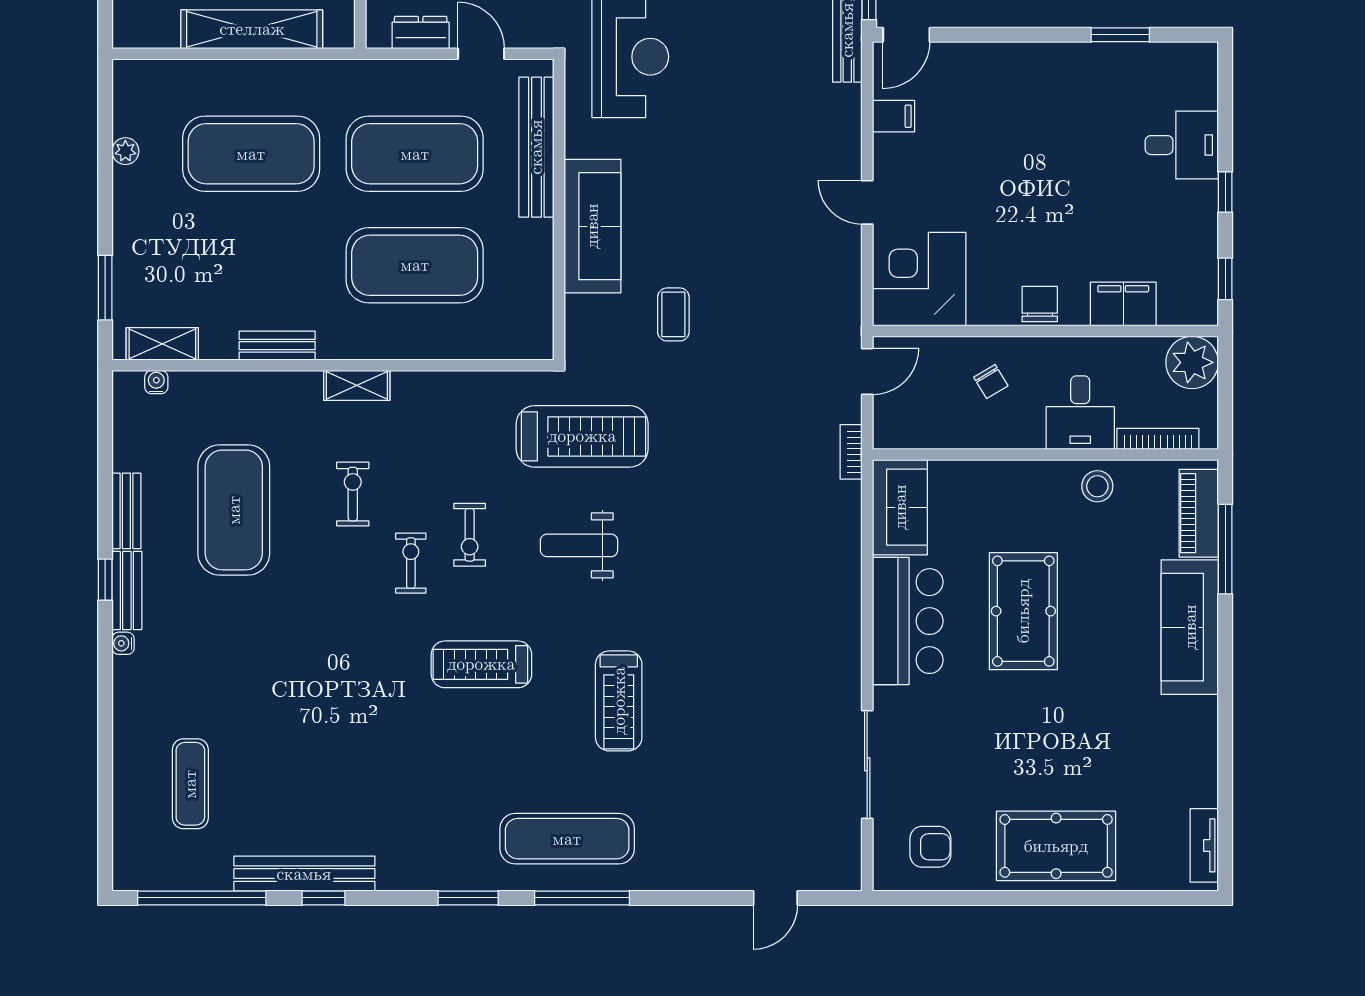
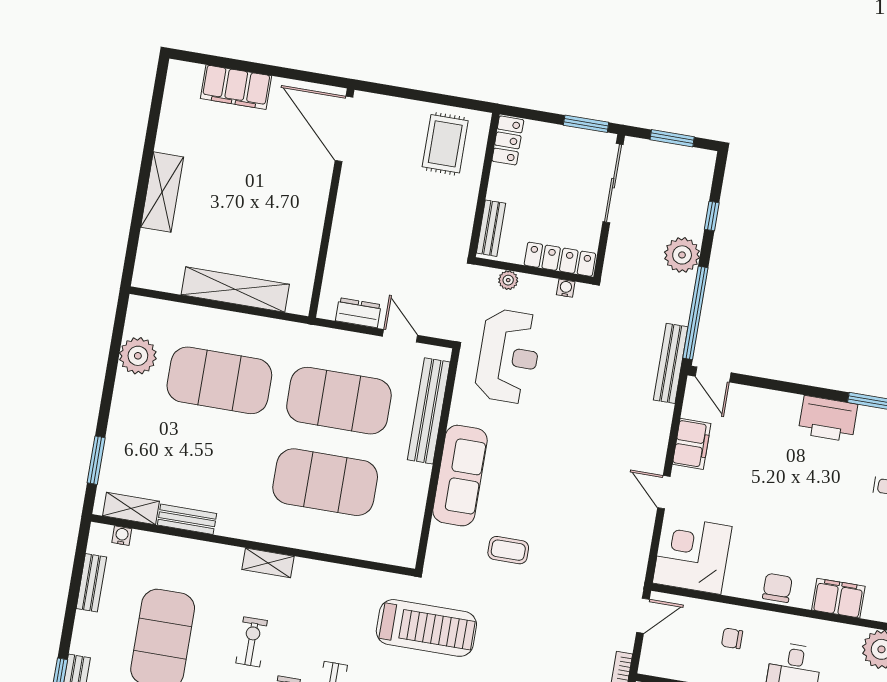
door: (906, 35) -> (713, 374), hinge flipped
printer: (1069, 68) -> (828, 419), added
filing cabinet: (893, 116) -> (692, 444), width x2.00
plant: (125, 151) -> (138, 356), width x1.88, depth x1.88
coffee table: (673, 314) -> (508, 550), turned 90
bench: (277, 346) -> (187, 519), moved
chair: (991, 382) -> (732, 638), turned 121
bench: (126, 511) -> (91, 583), moved

